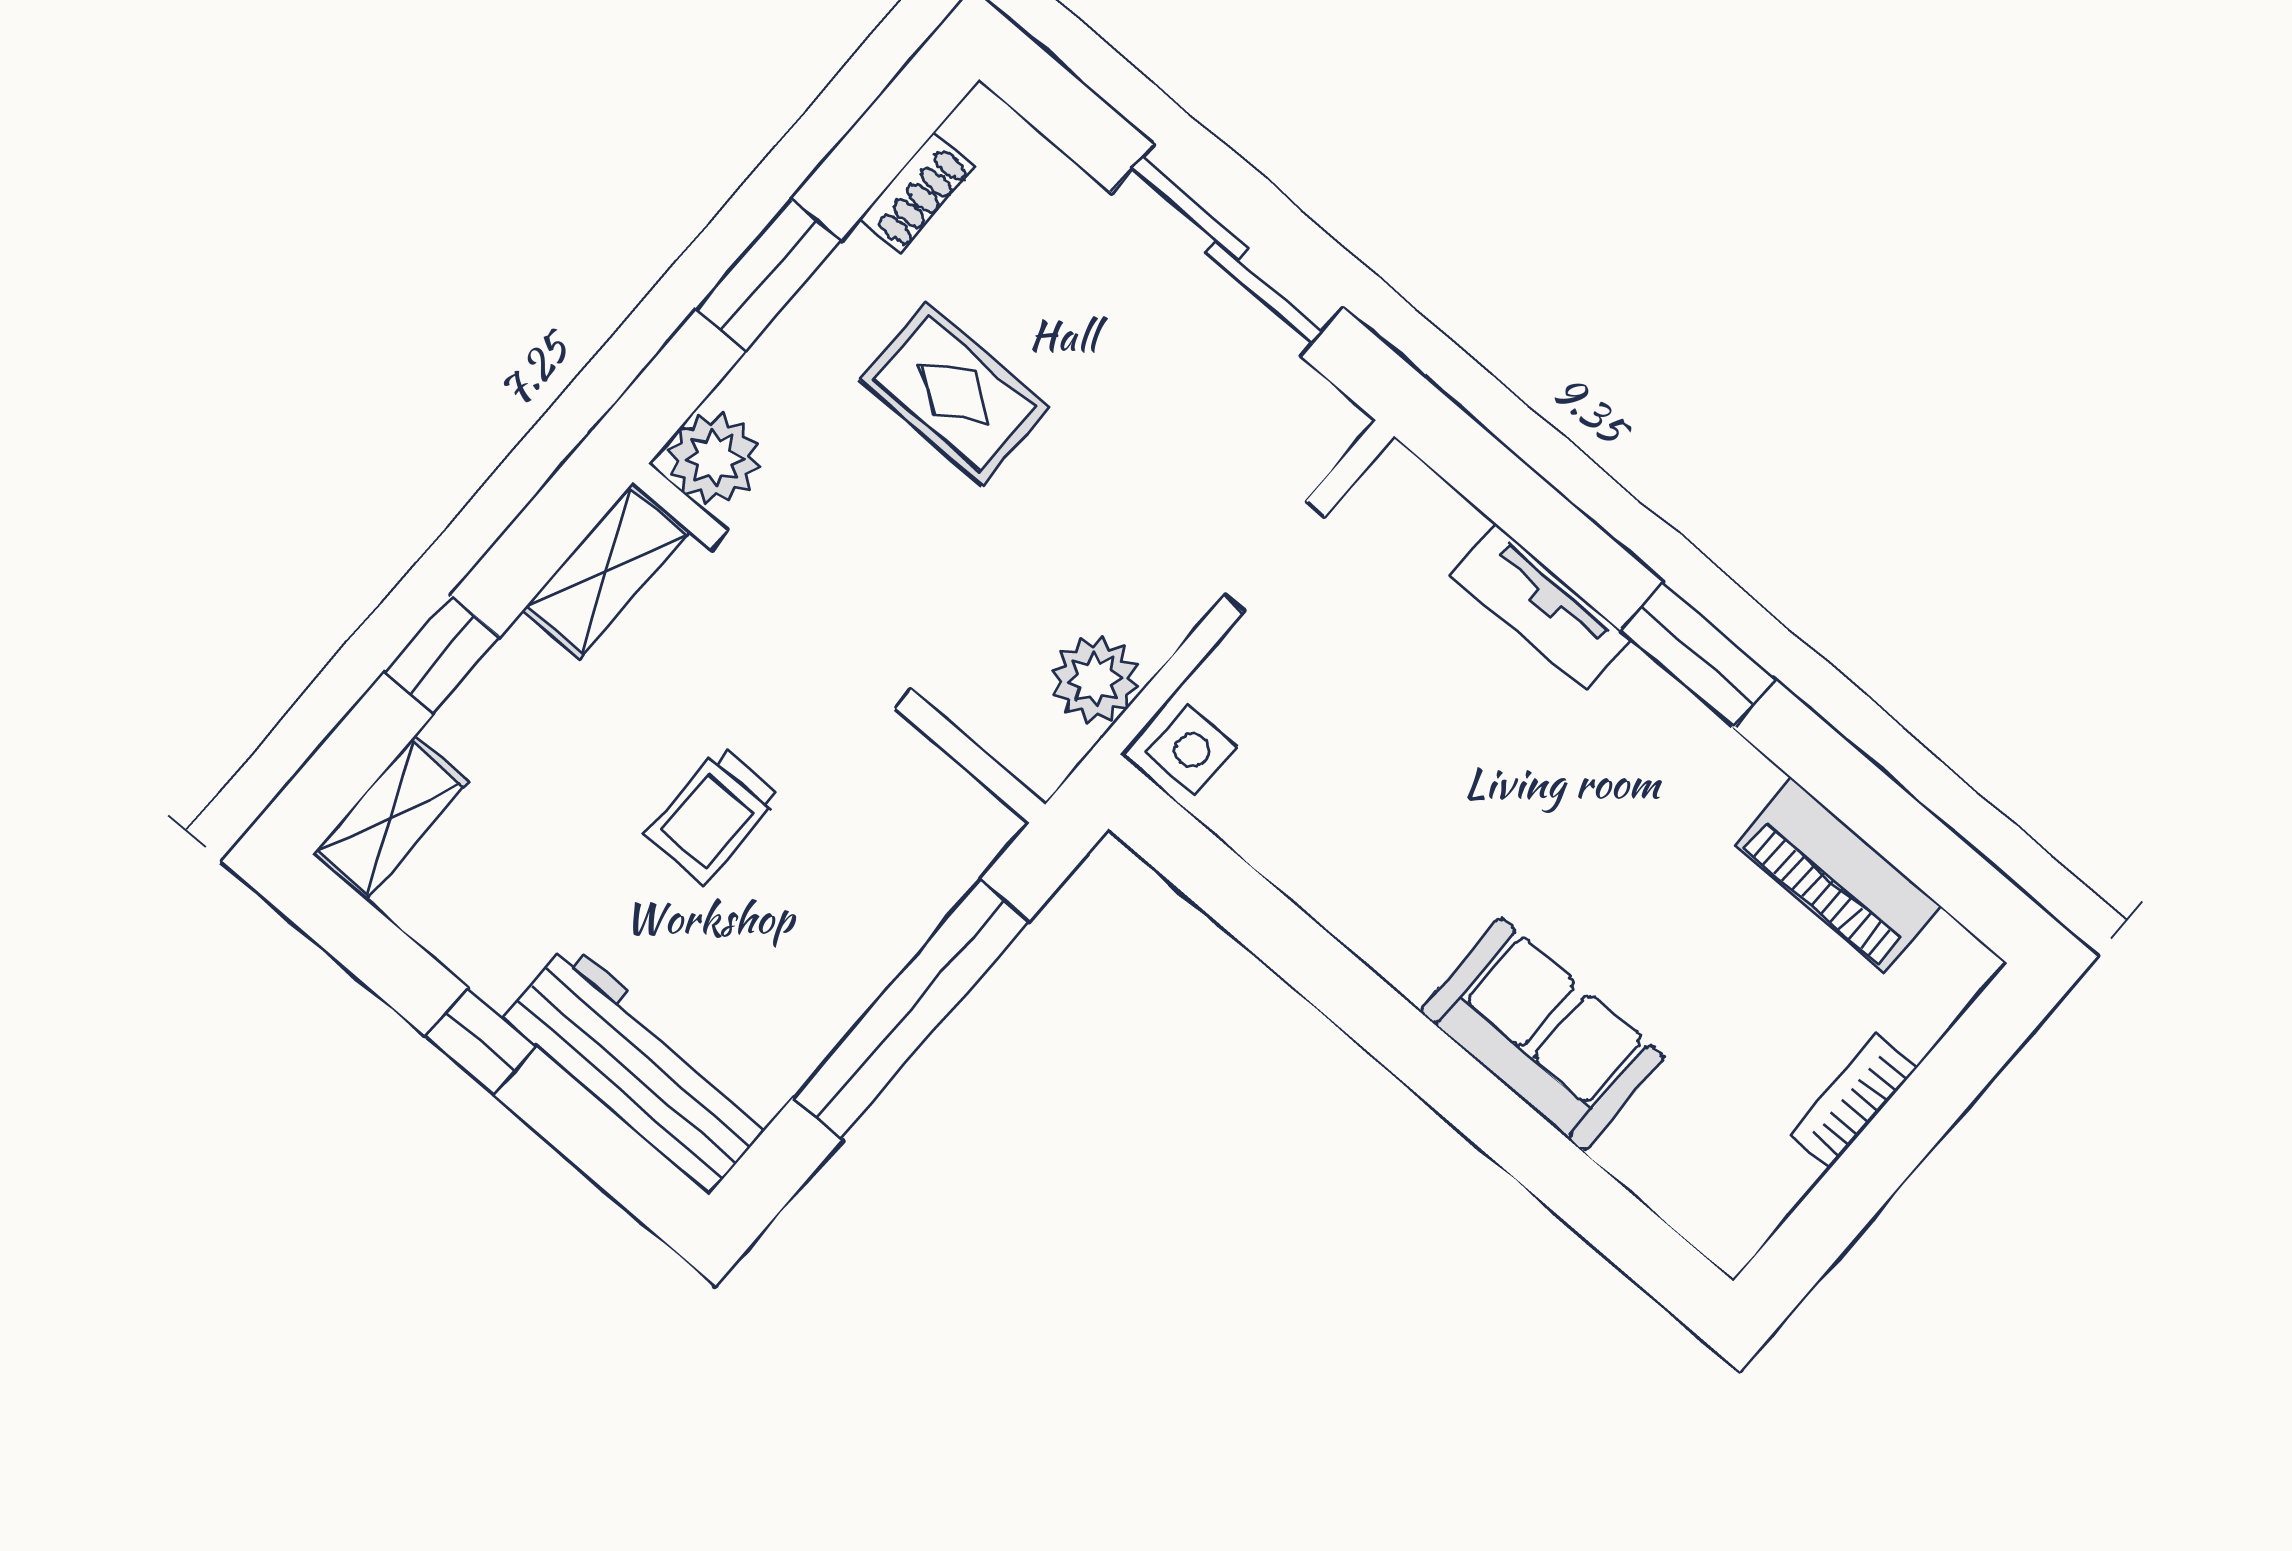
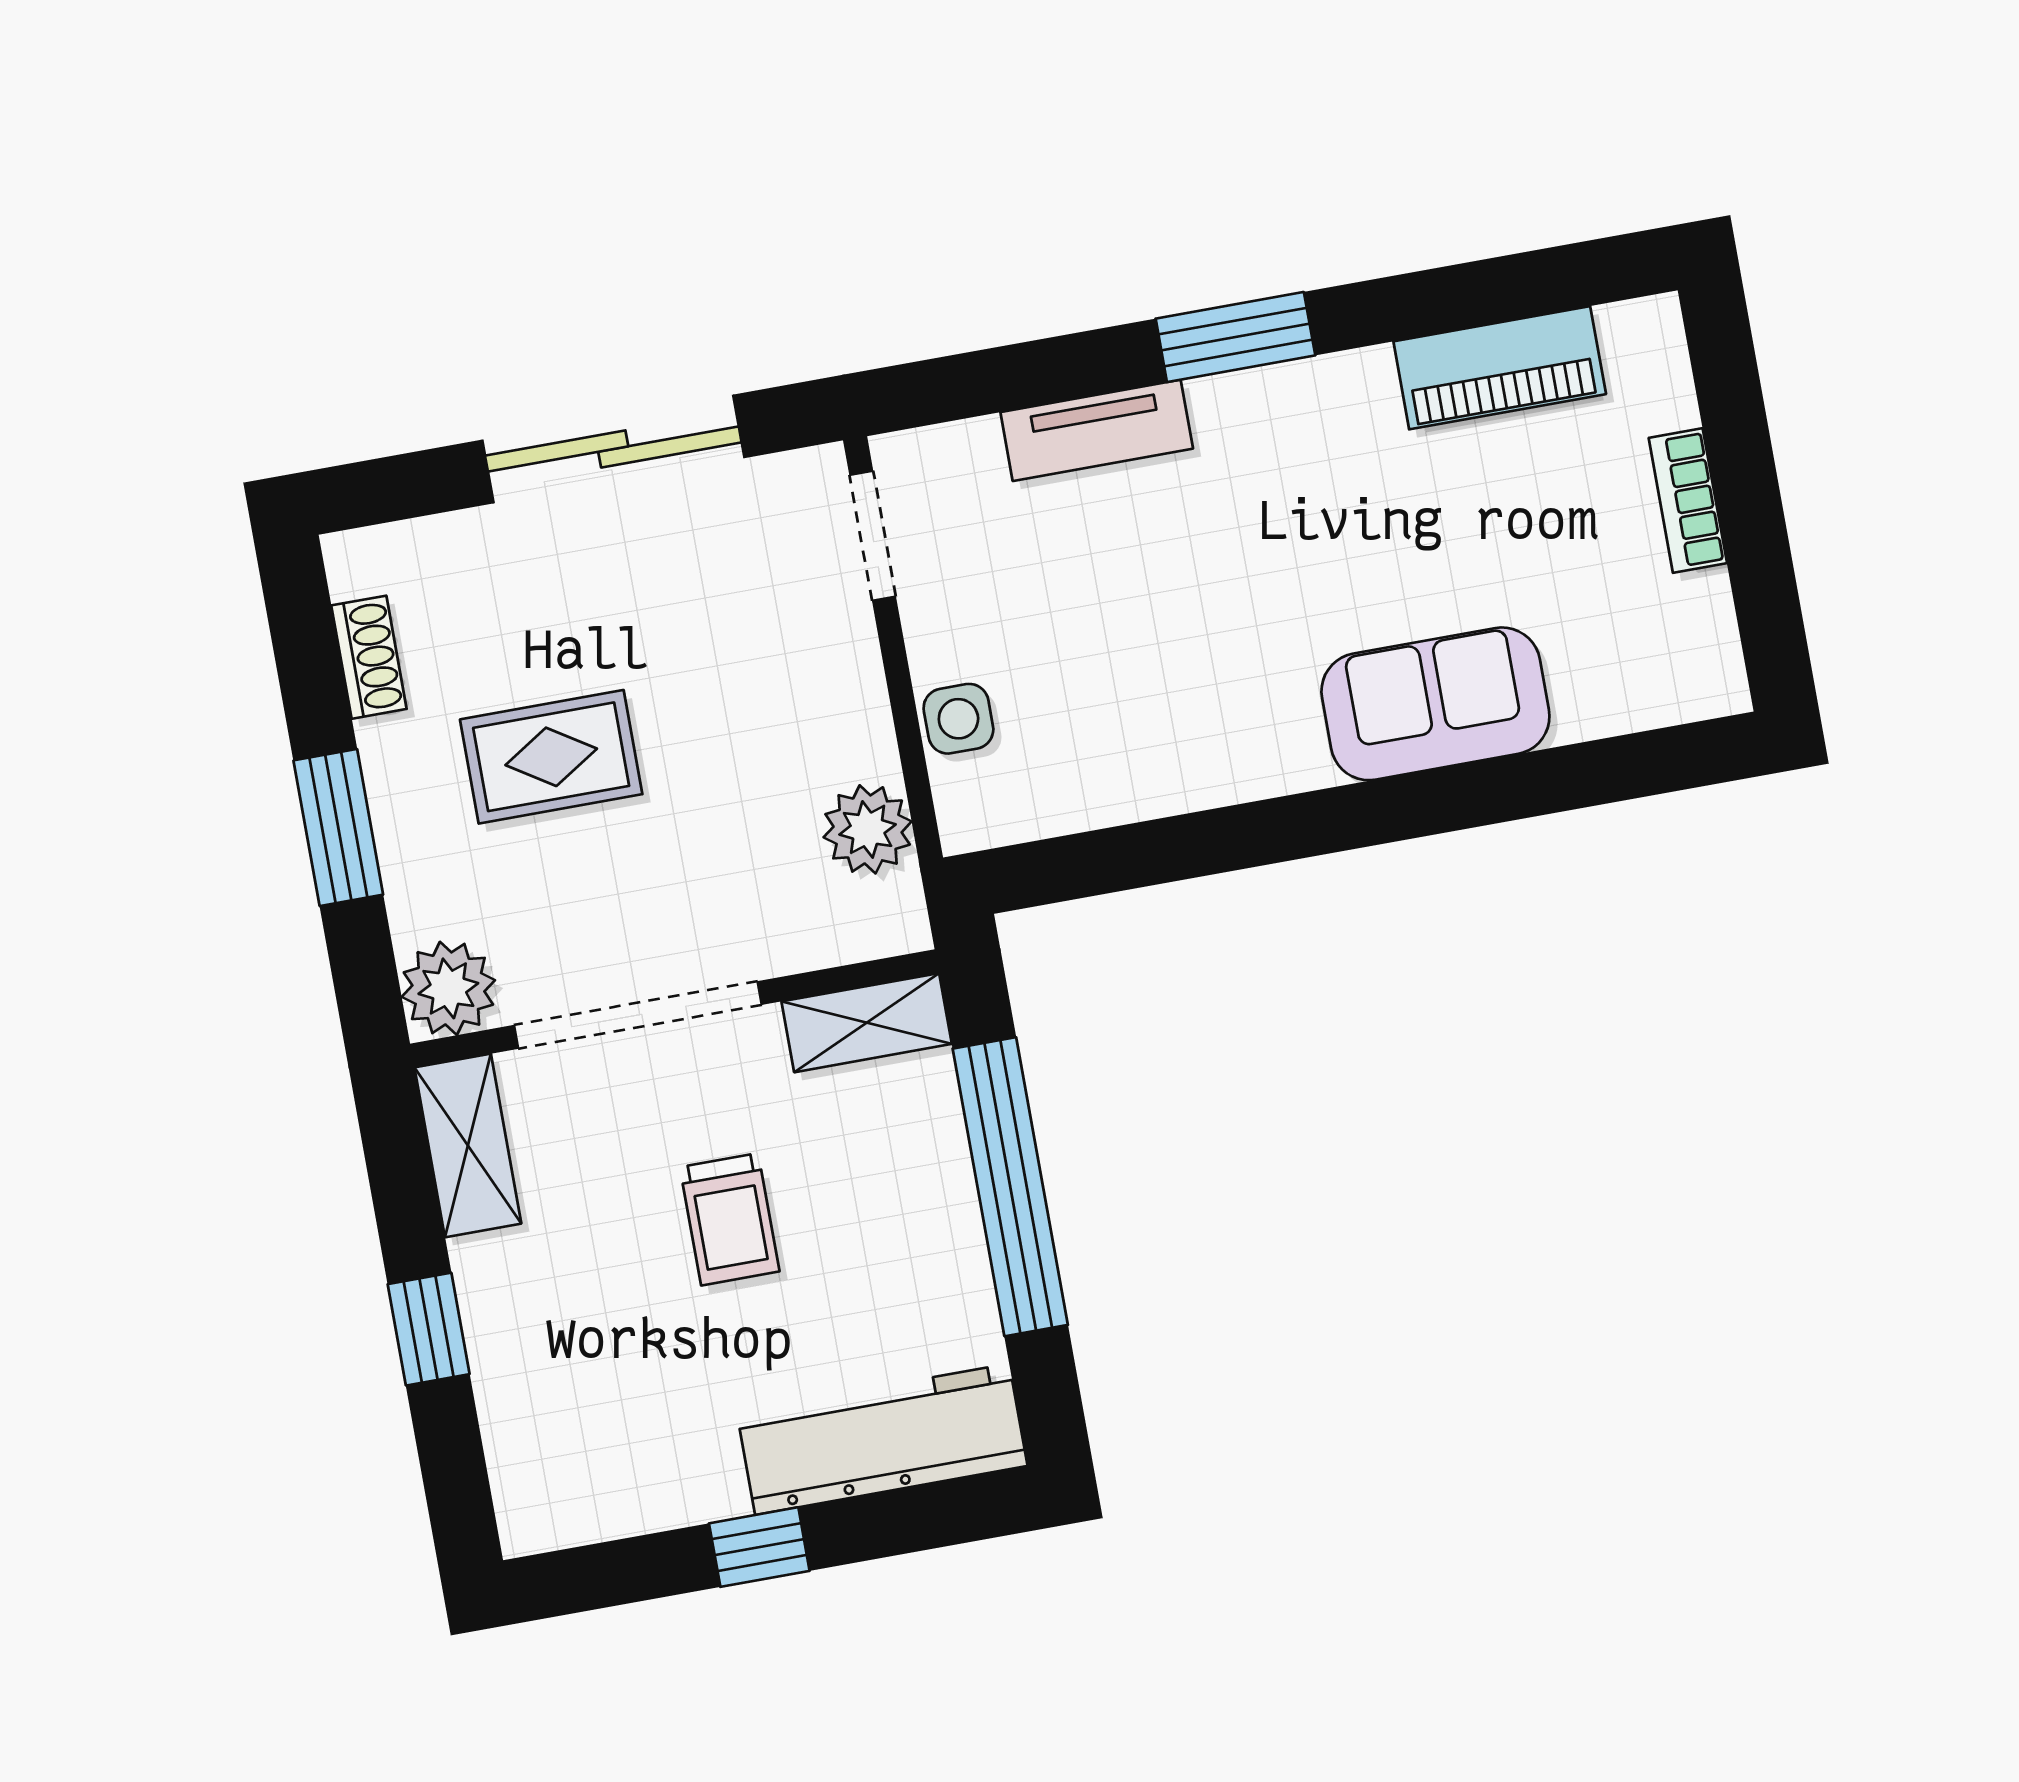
doorway: (1274, 556) -> (873, 536), moved
side table: (1192, 750) -> (958, 719), moved
shelving: (390, 818) -> (867, 1023), moved, turned 90

